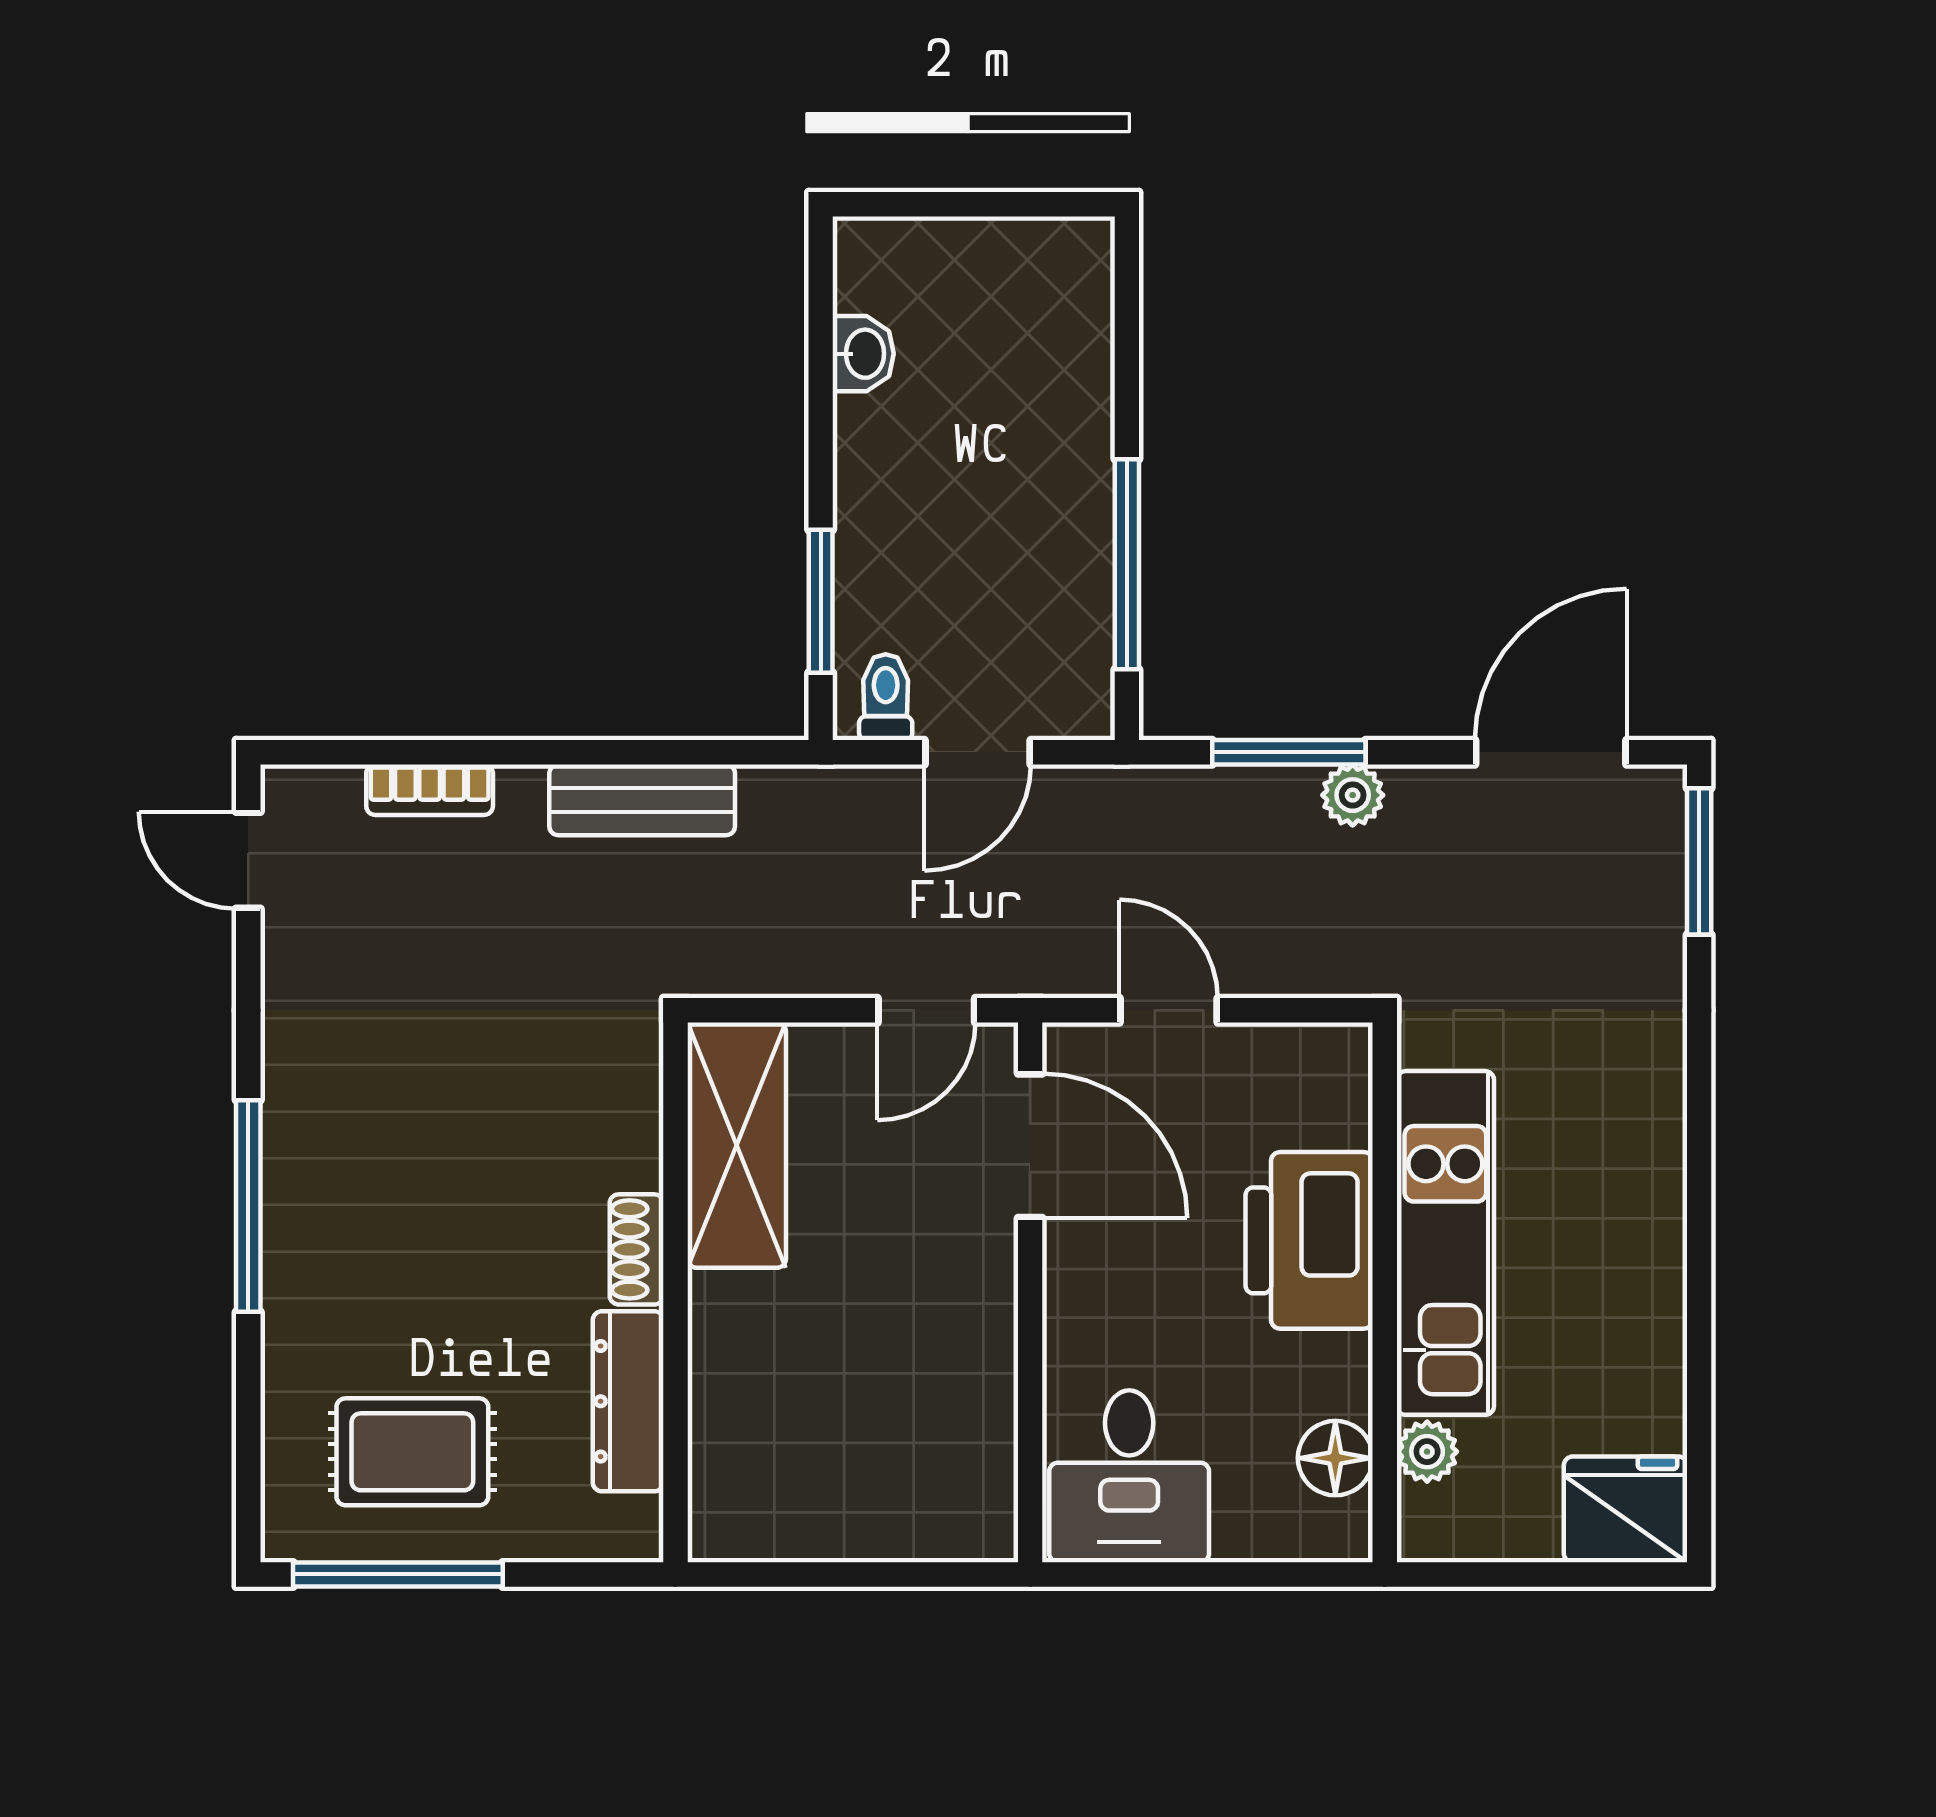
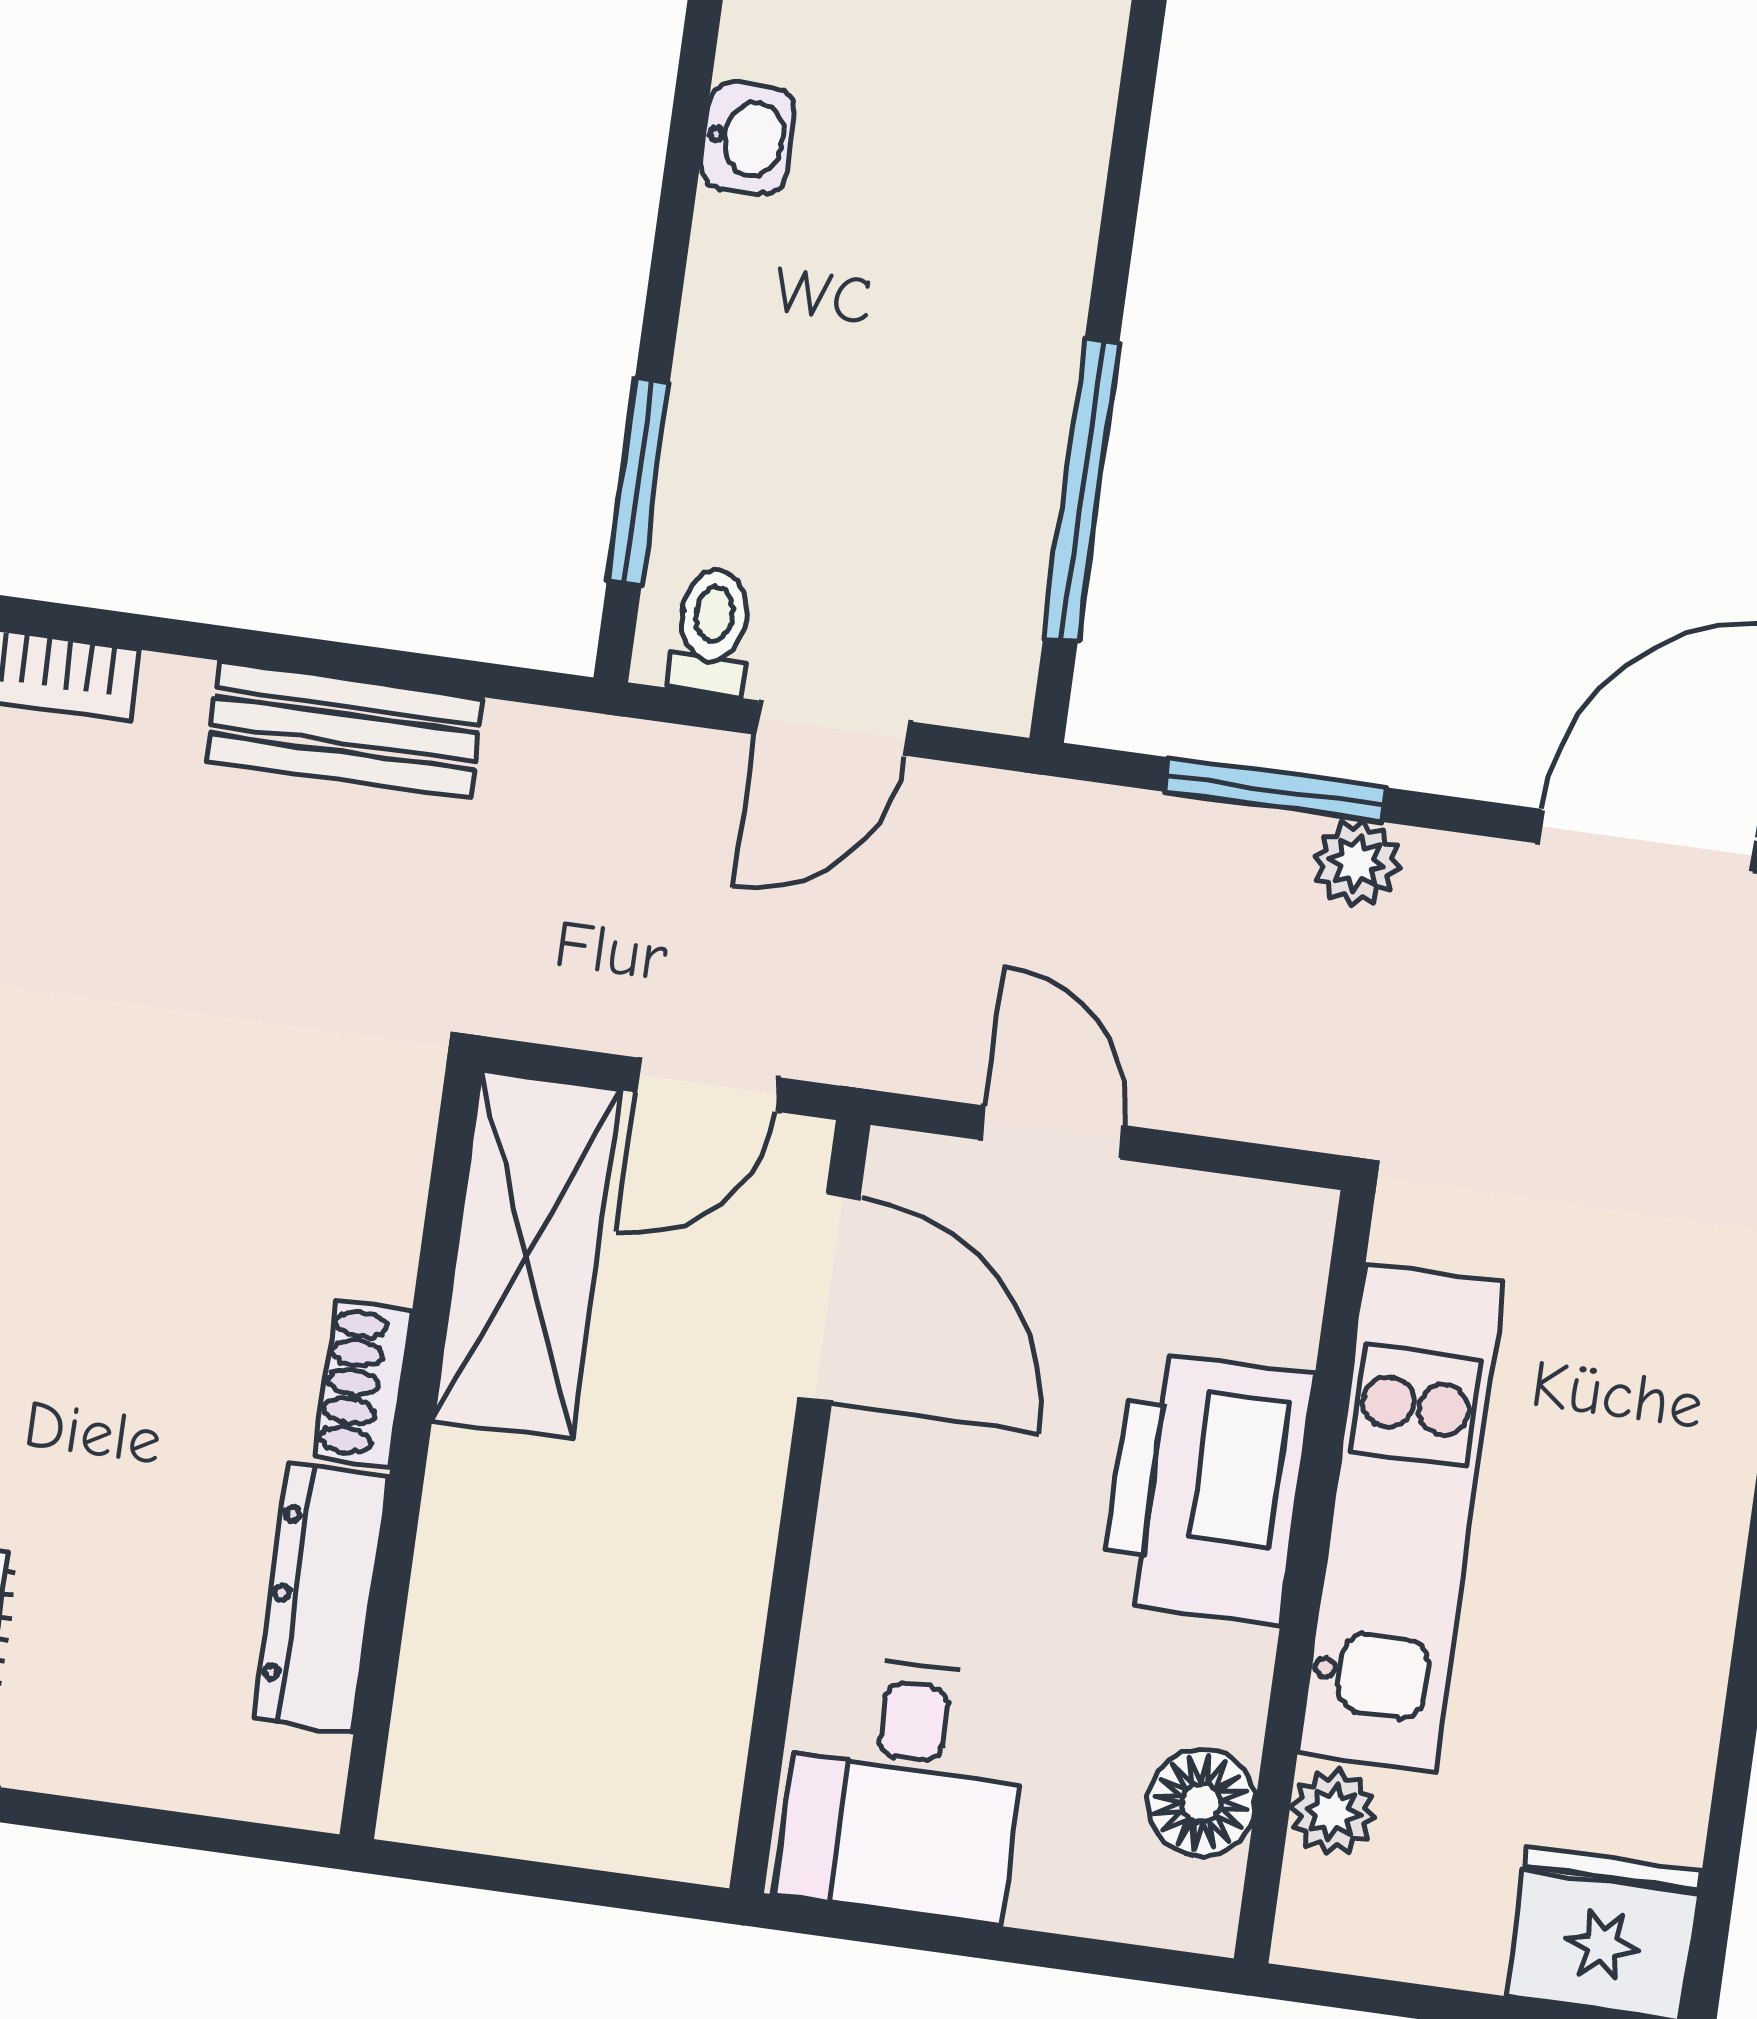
shelving: (737, 1145) -> (526, 1255), moved
shoe rack: (637, 1249) -> (363, 1384), moved
wall: (676, 1292) -> (410, 1453), moved
dresser: (628, 1401) -> (321, 1598), moved

